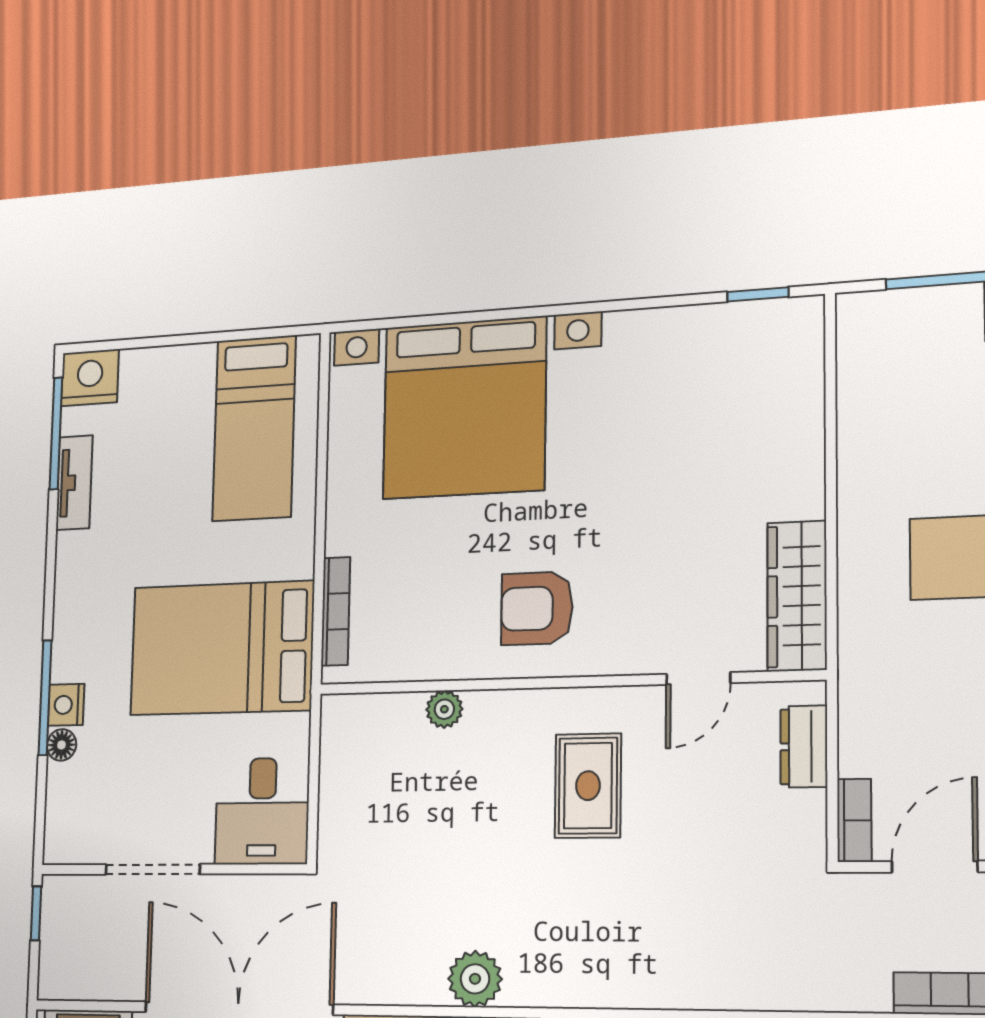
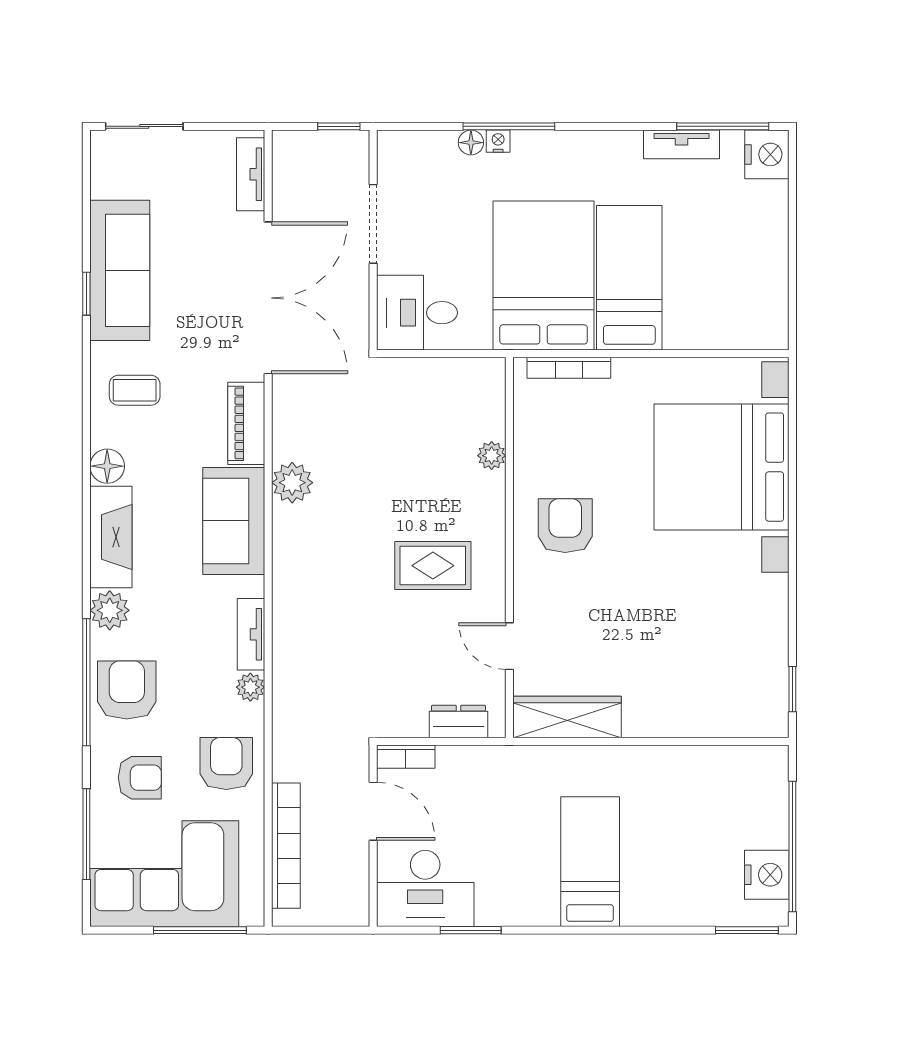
bed: (254, 428) -> (629, 278), moved, turned 90
nightstand: (66, 705) -> (498, 141), width x0.72, depth x0.74

